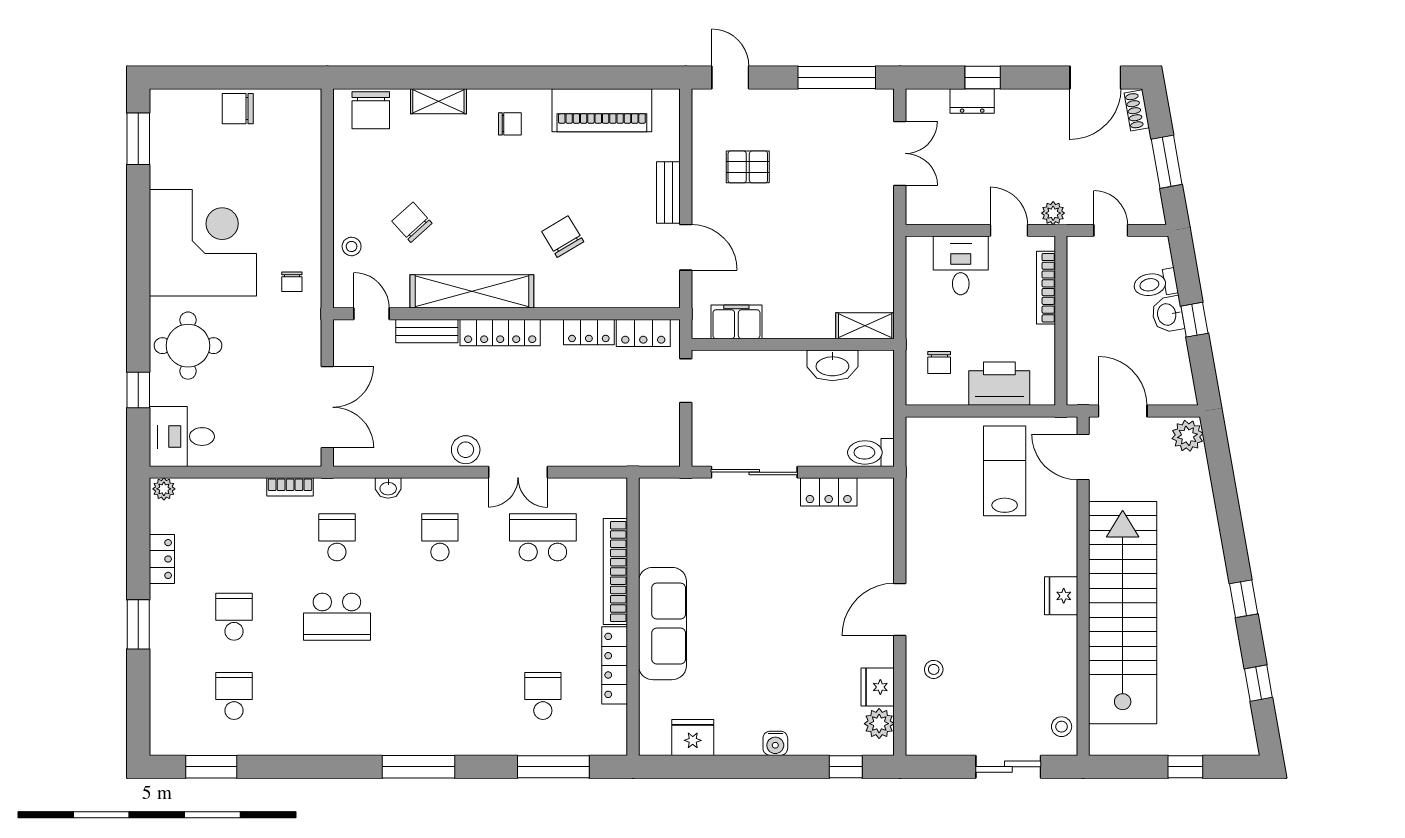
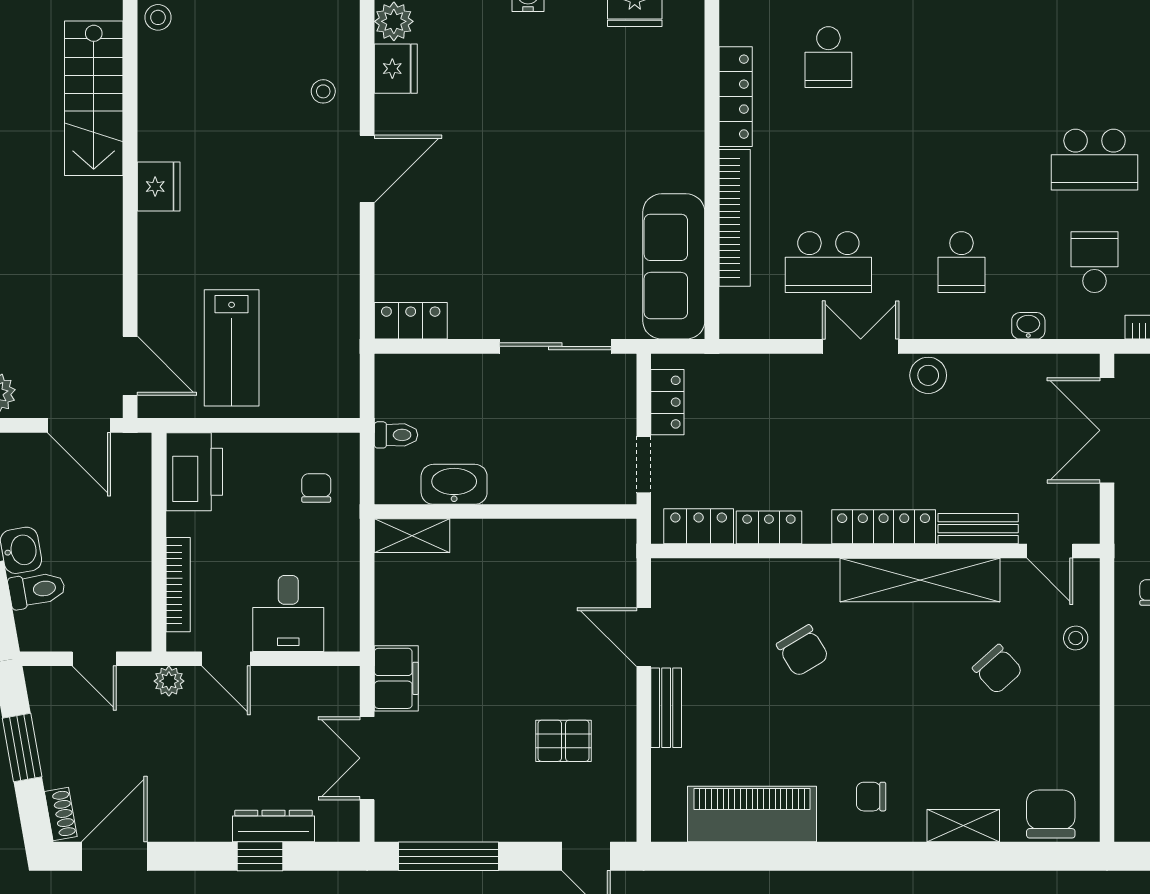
dresser: (972, 101) -> (274, 826), width x1.44
filing cabinet: (736, 322) -> (396, 678), moved, turned -90
printer: (999, 384) -> (194, 472), moved, turned -90
locker: (667, 429) -> (667, 402), added
toilet: (871, 452) -> (396, 435), moved, width x0.73, depth x0.72
locker: (829, 492) -> (411, 321), moved
school desk: (337, 537) -> (1095, 262), turned 180
stairs: (1123, 613) -> (94, 98), width x0.54, depth x0.66
school desk: (337, 617) -> (1095, 160), turned 180
sofa: (662, 624) -> (674, 266), moved

